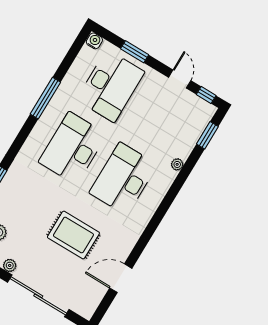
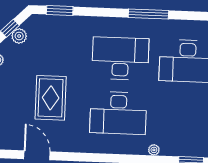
desk: (123, 179) -> (118, 113), turned 180

